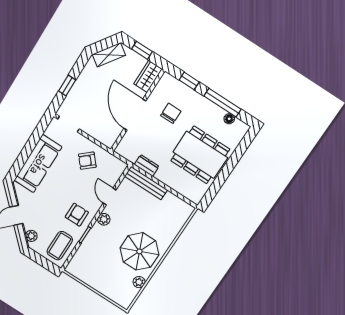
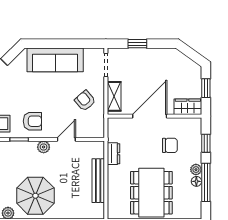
shelving: (109, 55) -> (114, 96), moved, turned 54
plant: (206, 104) -> (196, 170), added
floor lamp: (229, 119) -> (196, 181), moved
bench: (146, 183) -> (98, 181), moved

